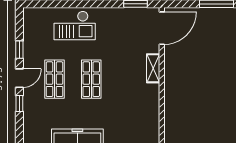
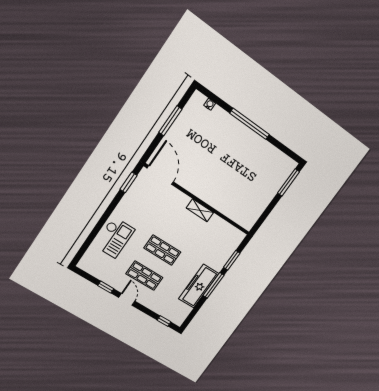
shelving: (153, 68) -> (200, 210), moved
window: (19, 104) -> (164, 321), moved

